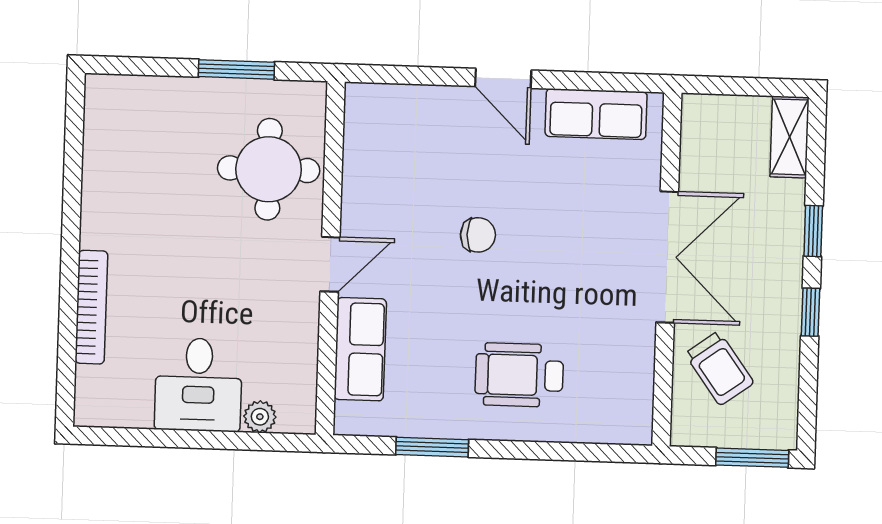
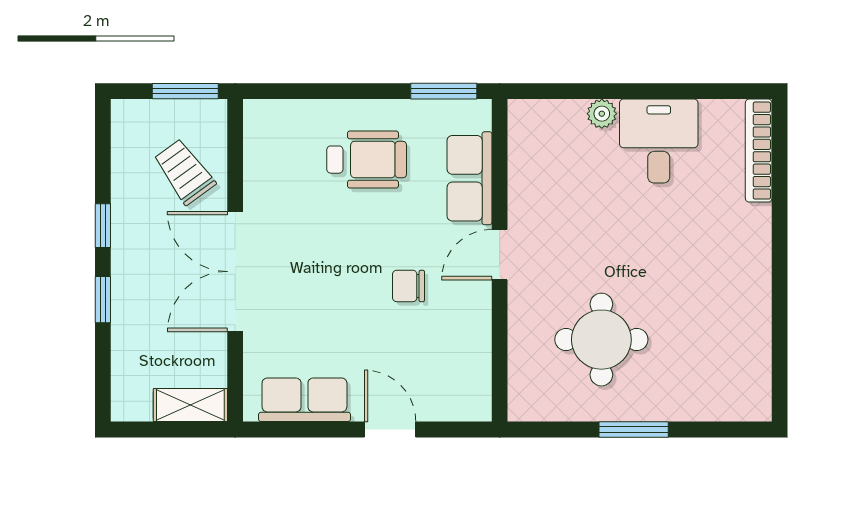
shelving: (790, 137) -> (190, 405), moved, turned 90
wall: (330, 258) -> (500, 260), moved
door: (330, 264) -> (500, 255), moved
bookcase: (91, 307) -> (759, 151), moved
row of seats: (360, 349) -> (470, 178), moved
window: (752, 458) -> (185, 91), moved

